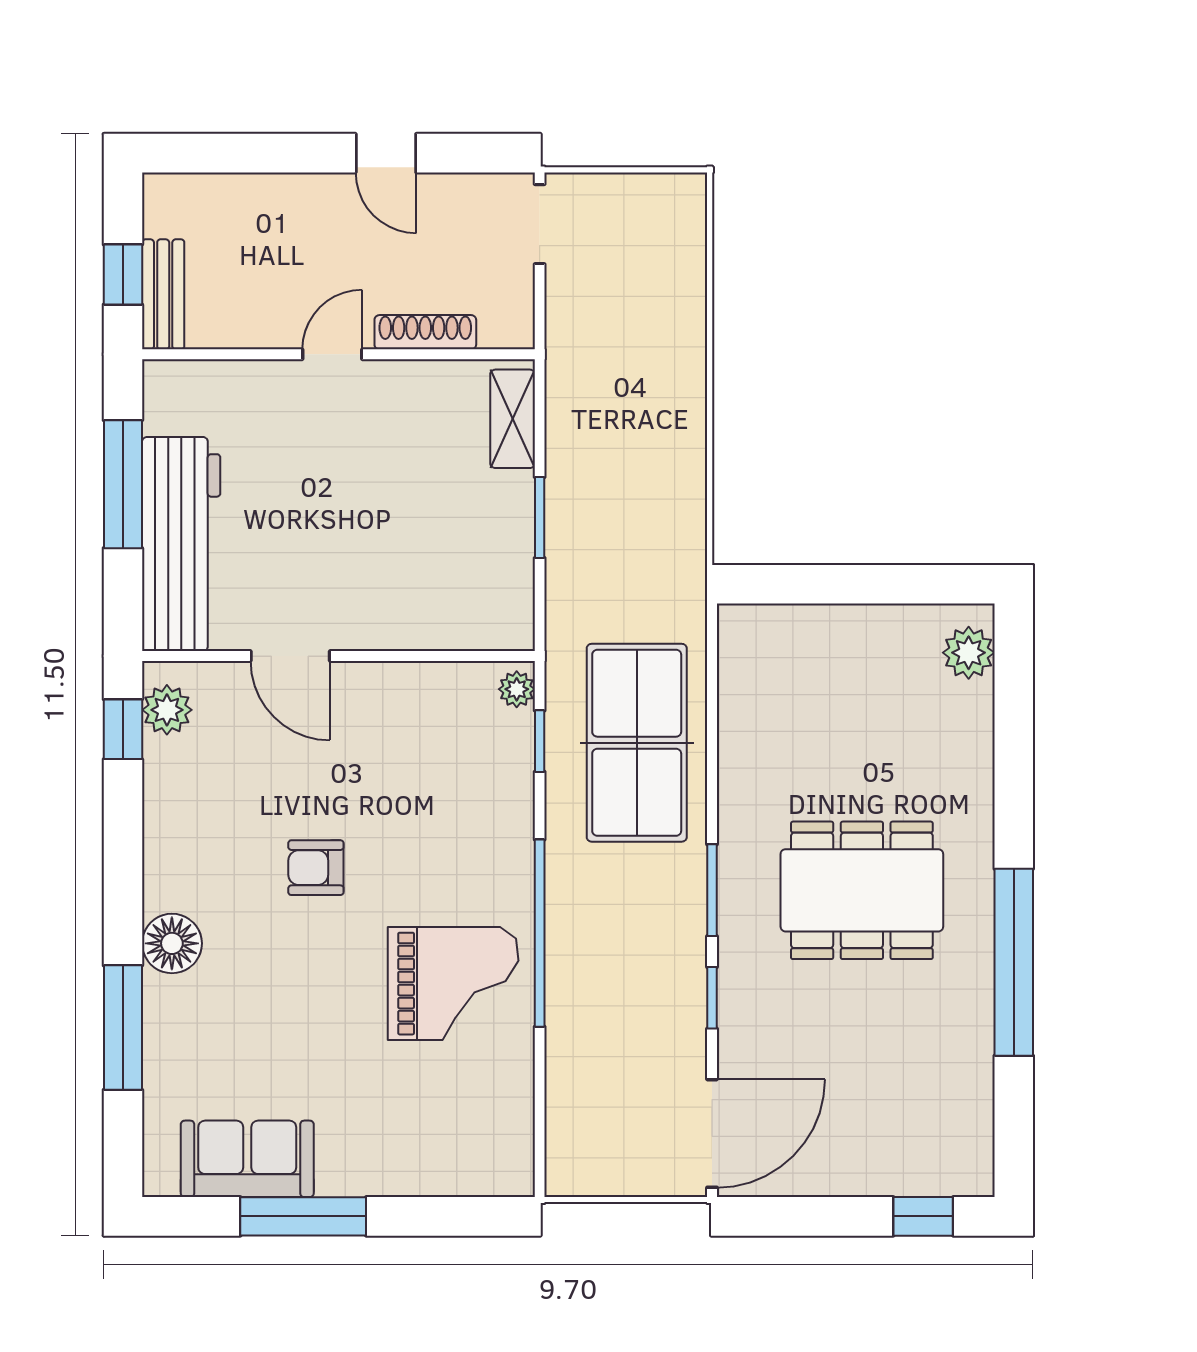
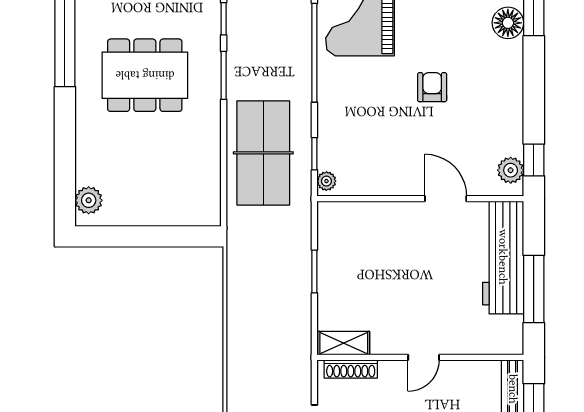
shoe rack: (425, 332) -> (351, 369), moved
shelving: (513, 419) -> (344, 343), moved, turned 90
armchair: (316, 868) -> (432, 87), turned -90
floor lamp: (172, 943) -> (508, 23), moved

